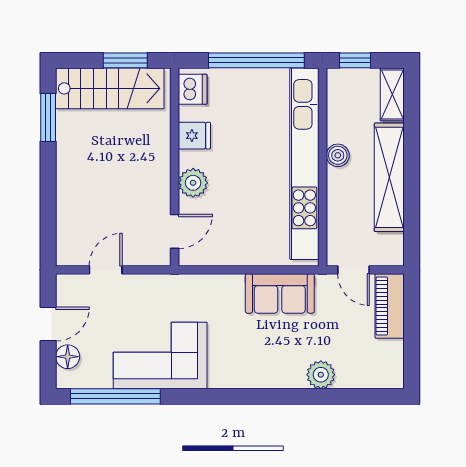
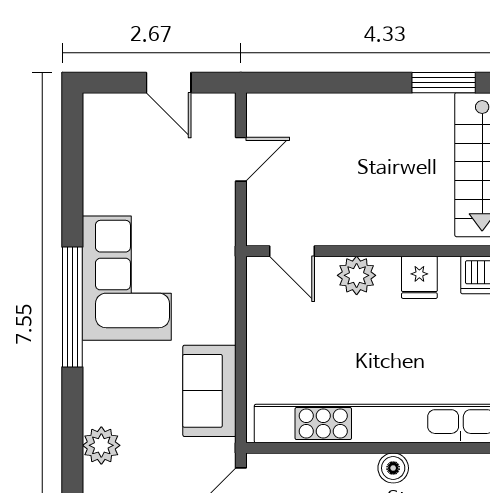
door: (106, 270) -> (241, 159), hinge flipped
corner sofa: (160, 356) -> (127, 278), moved
floor lamp: (68, 357) -> (125, 109), removed
window: (115, 396) -> (72, 307), moved

